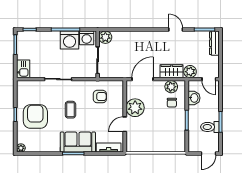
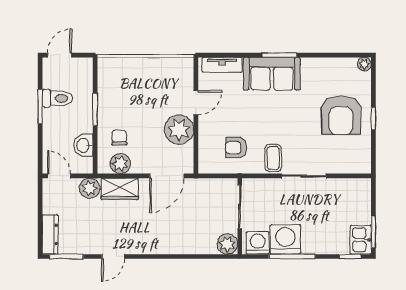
door: (176, 30) -> (113, 256), hinge flipped
kitchen sink: (23, 69) -> (361, 240), moved
coffee table: (70, 110) -> (273, 158), moved

